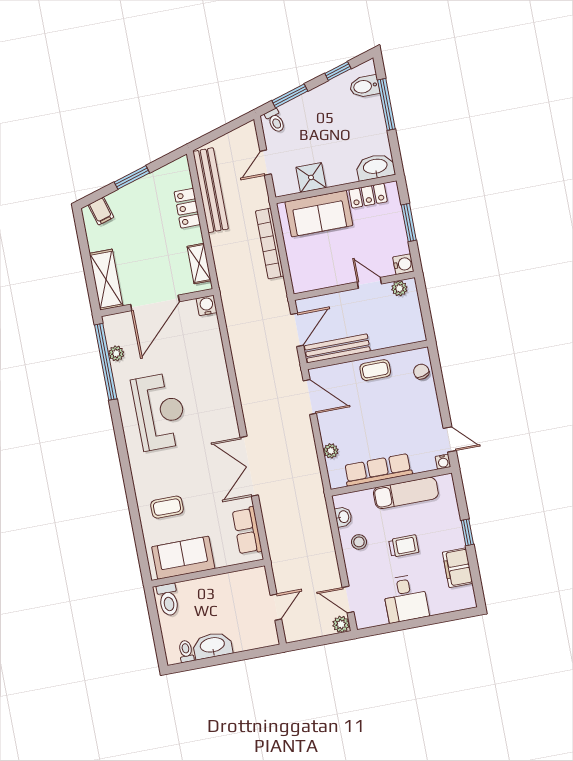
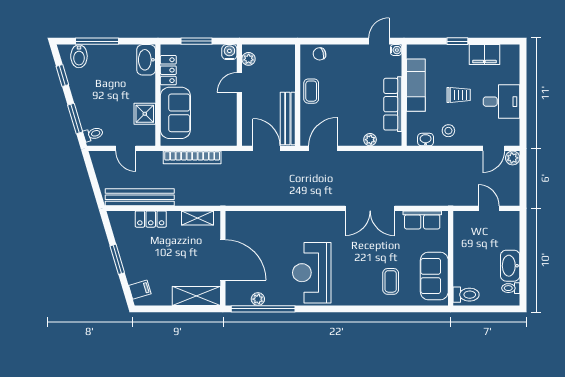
water cooler: (207, 305) -> (233, 218), removed
reception desk: (160, 412) -> (312, 273), turned -90
trolley: (404, 546) -> (459, 95), turned 90

